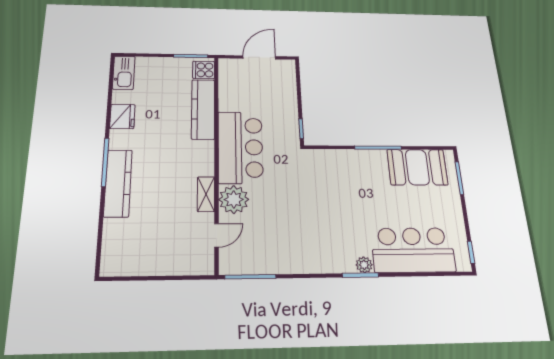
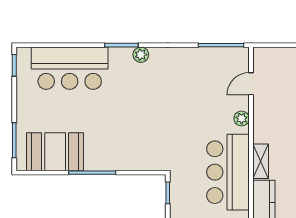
shelving: (206, 194) -> (261, 161), moved
plant: (234, 199) -> (242, 118), width x0.53, depth x0.53
plant: (364, 265) -> (141, 55), moved

